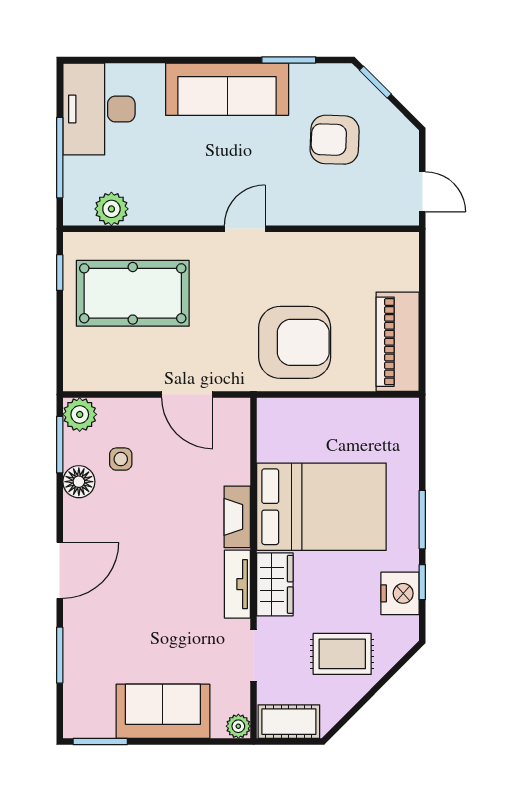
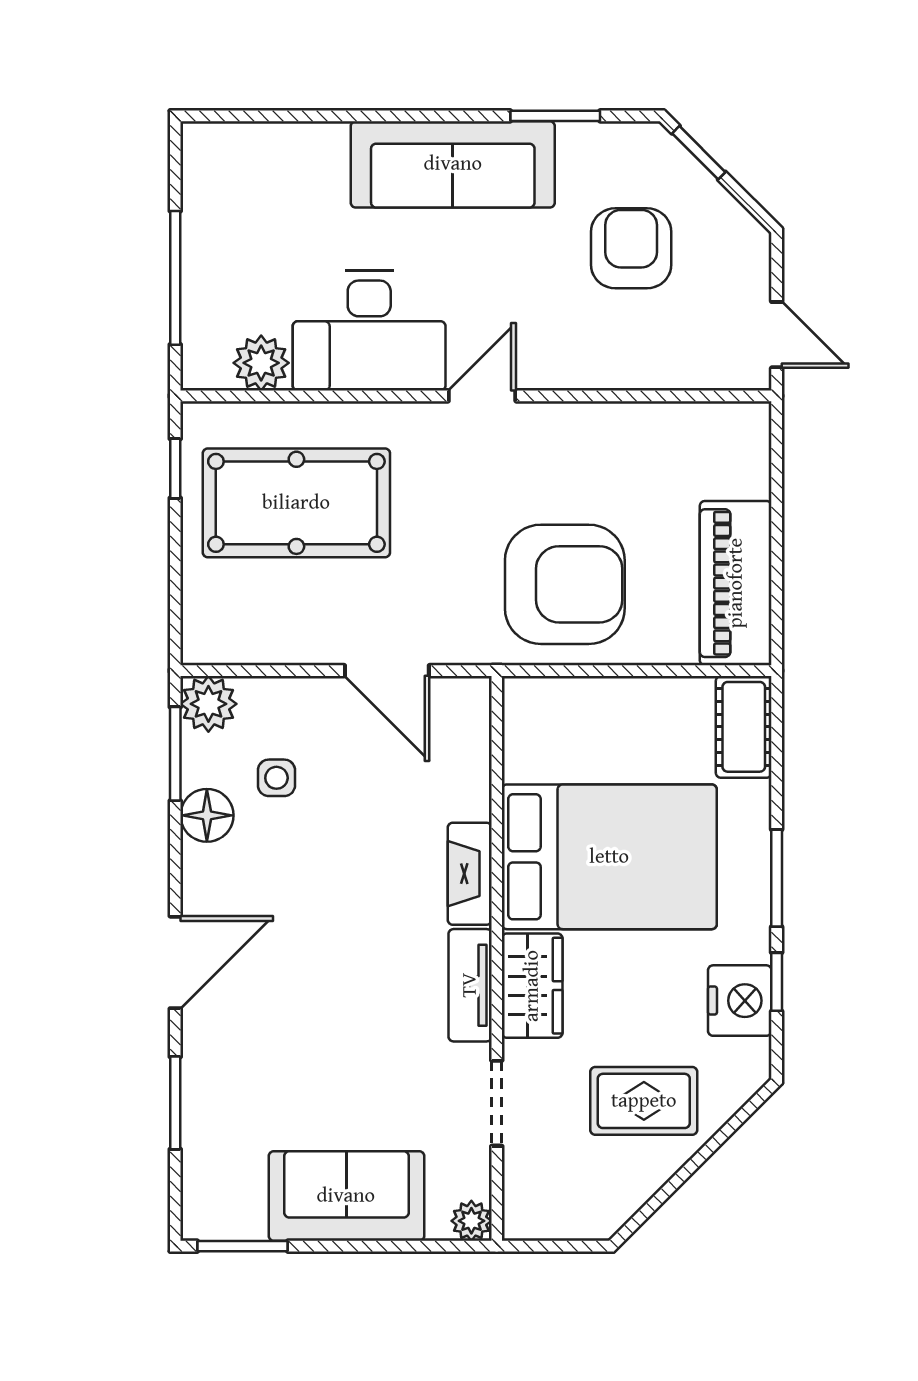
desk: (99, 109) -> (369, 331), moved, turned -90
armchair: (335, 140) -> (631, 248), turned 88
cot: (289, 722) -> (744, 727), moved, turned 90

